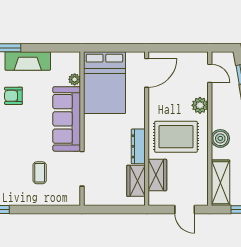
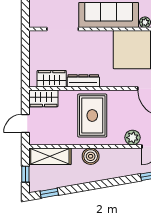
plant: (200, 105) -> (133, 138), moved
wardrobe: (157, 175) -> (43, 98), moved

